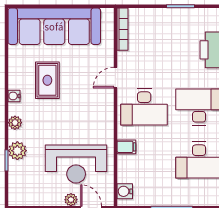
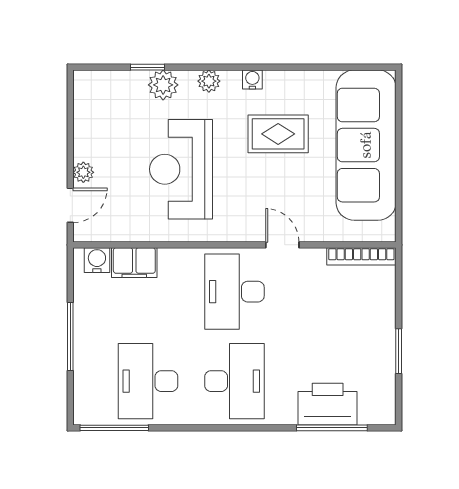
filing cabinet: (126, 147) -> (134, 263), moved, width x2.00
reception desk: (76, 164) -> (181, 169), moved

